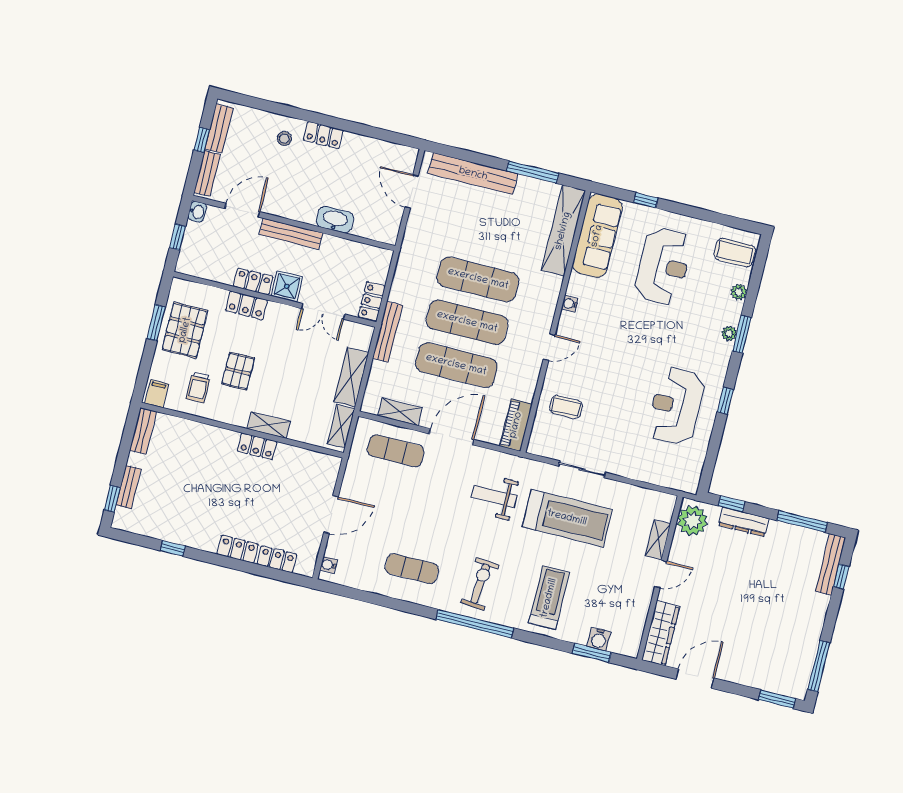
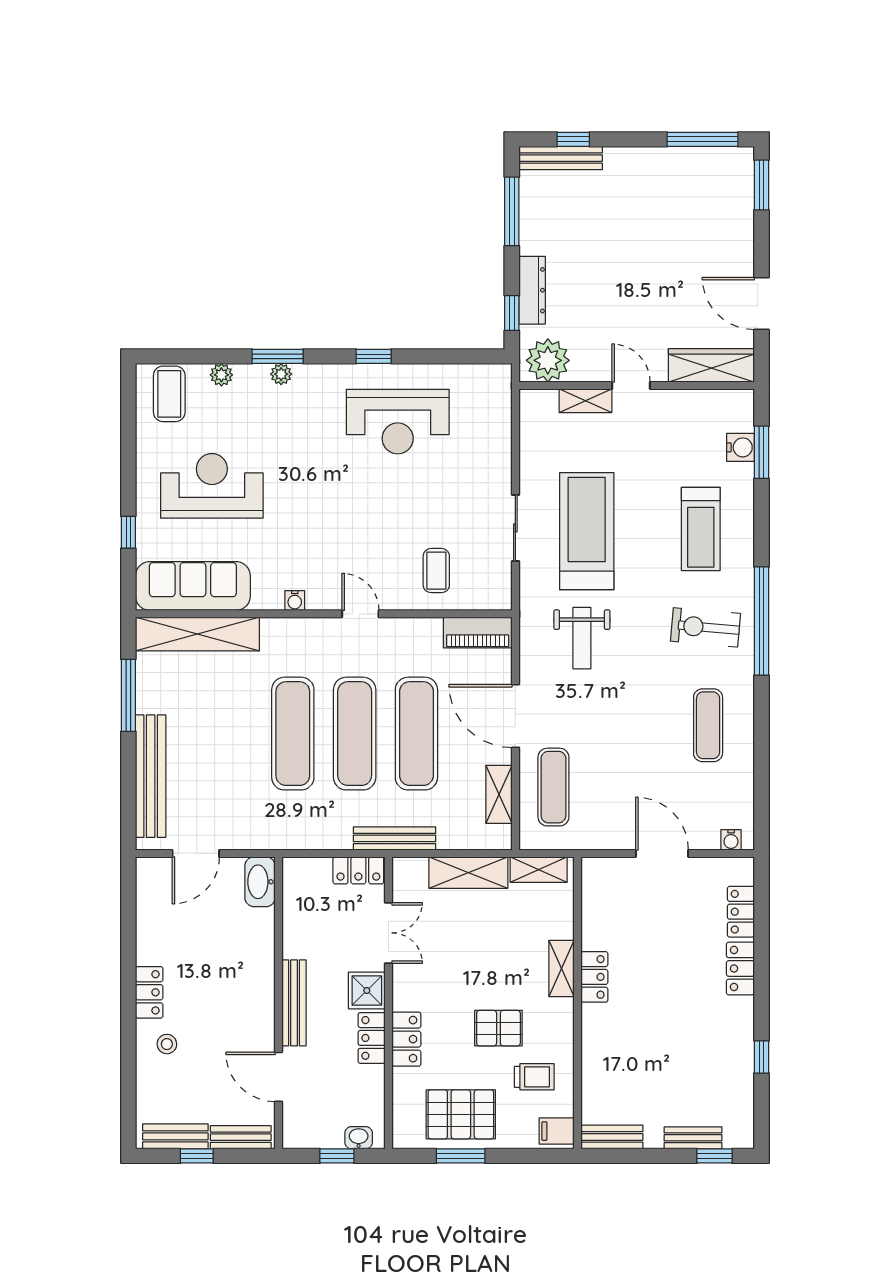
washbasin: (197, 212) -> (359, 1138), moved
washbasin: (335, 220) -> (260, 882), moved
treadmill: (549, 598) -> (701, 529), turned -90

